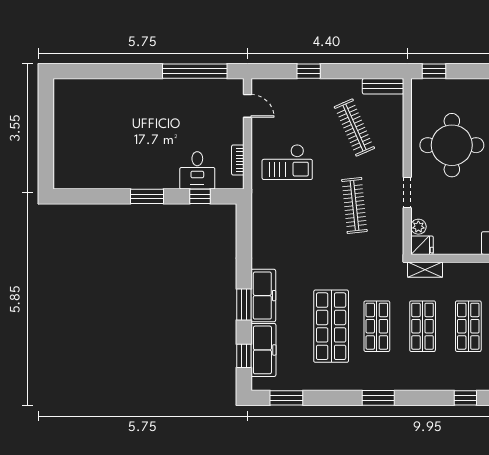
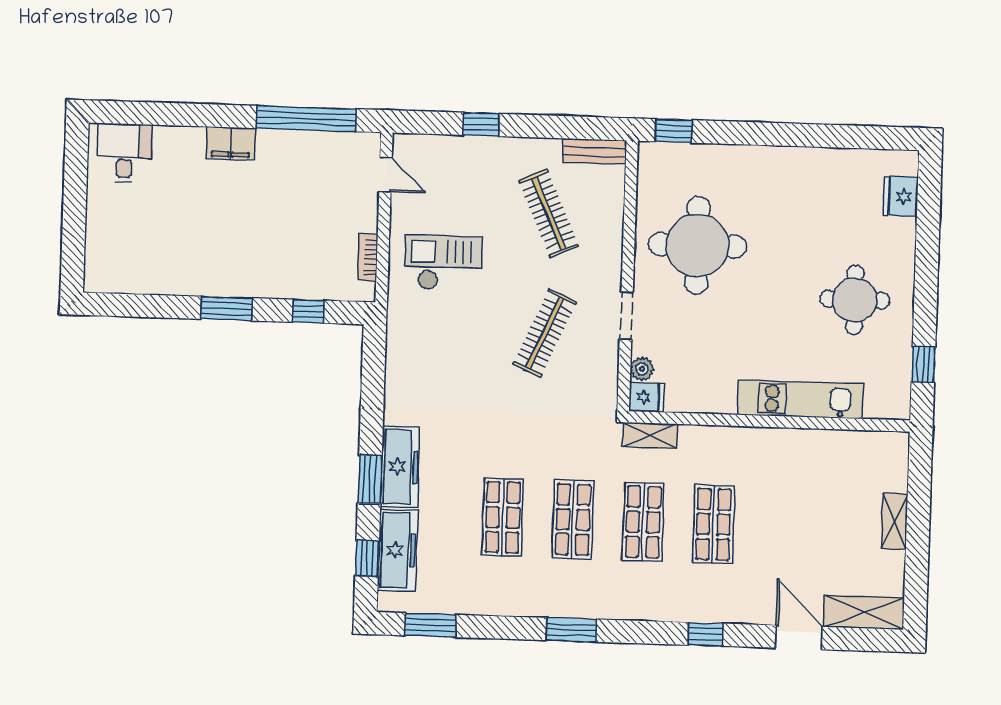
filing cabinet: (146, 89) -> (231, 143), added
checkout: (287, 162) -> (444, 263), turned 180
desk: (197, 170) -> (124, 153), moved, turned 180
clothes rail: (354, 205) -> (545, 333), turned 30
shop shelf: (331, 326) -> (503, 517), width x0.70, depth x0.74

